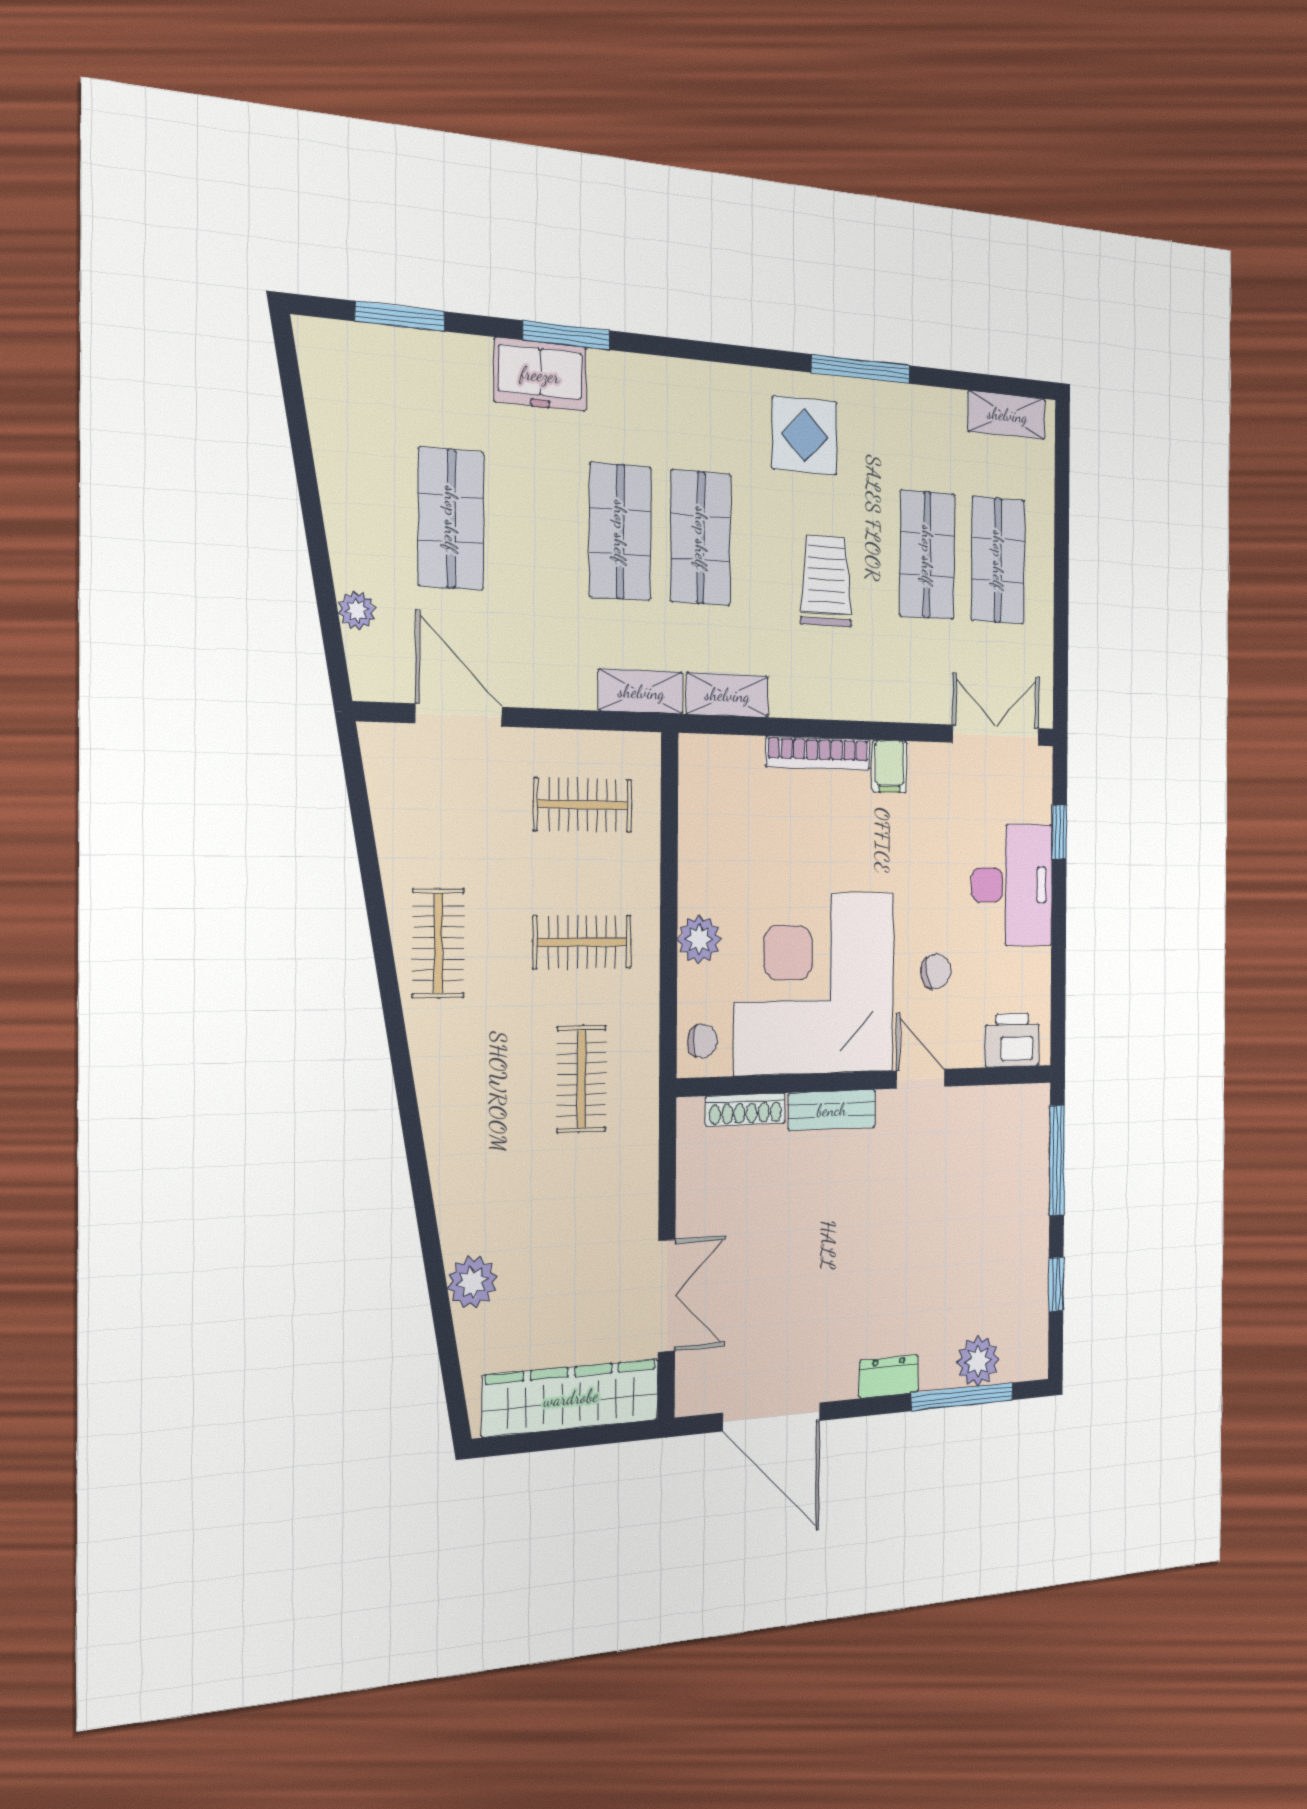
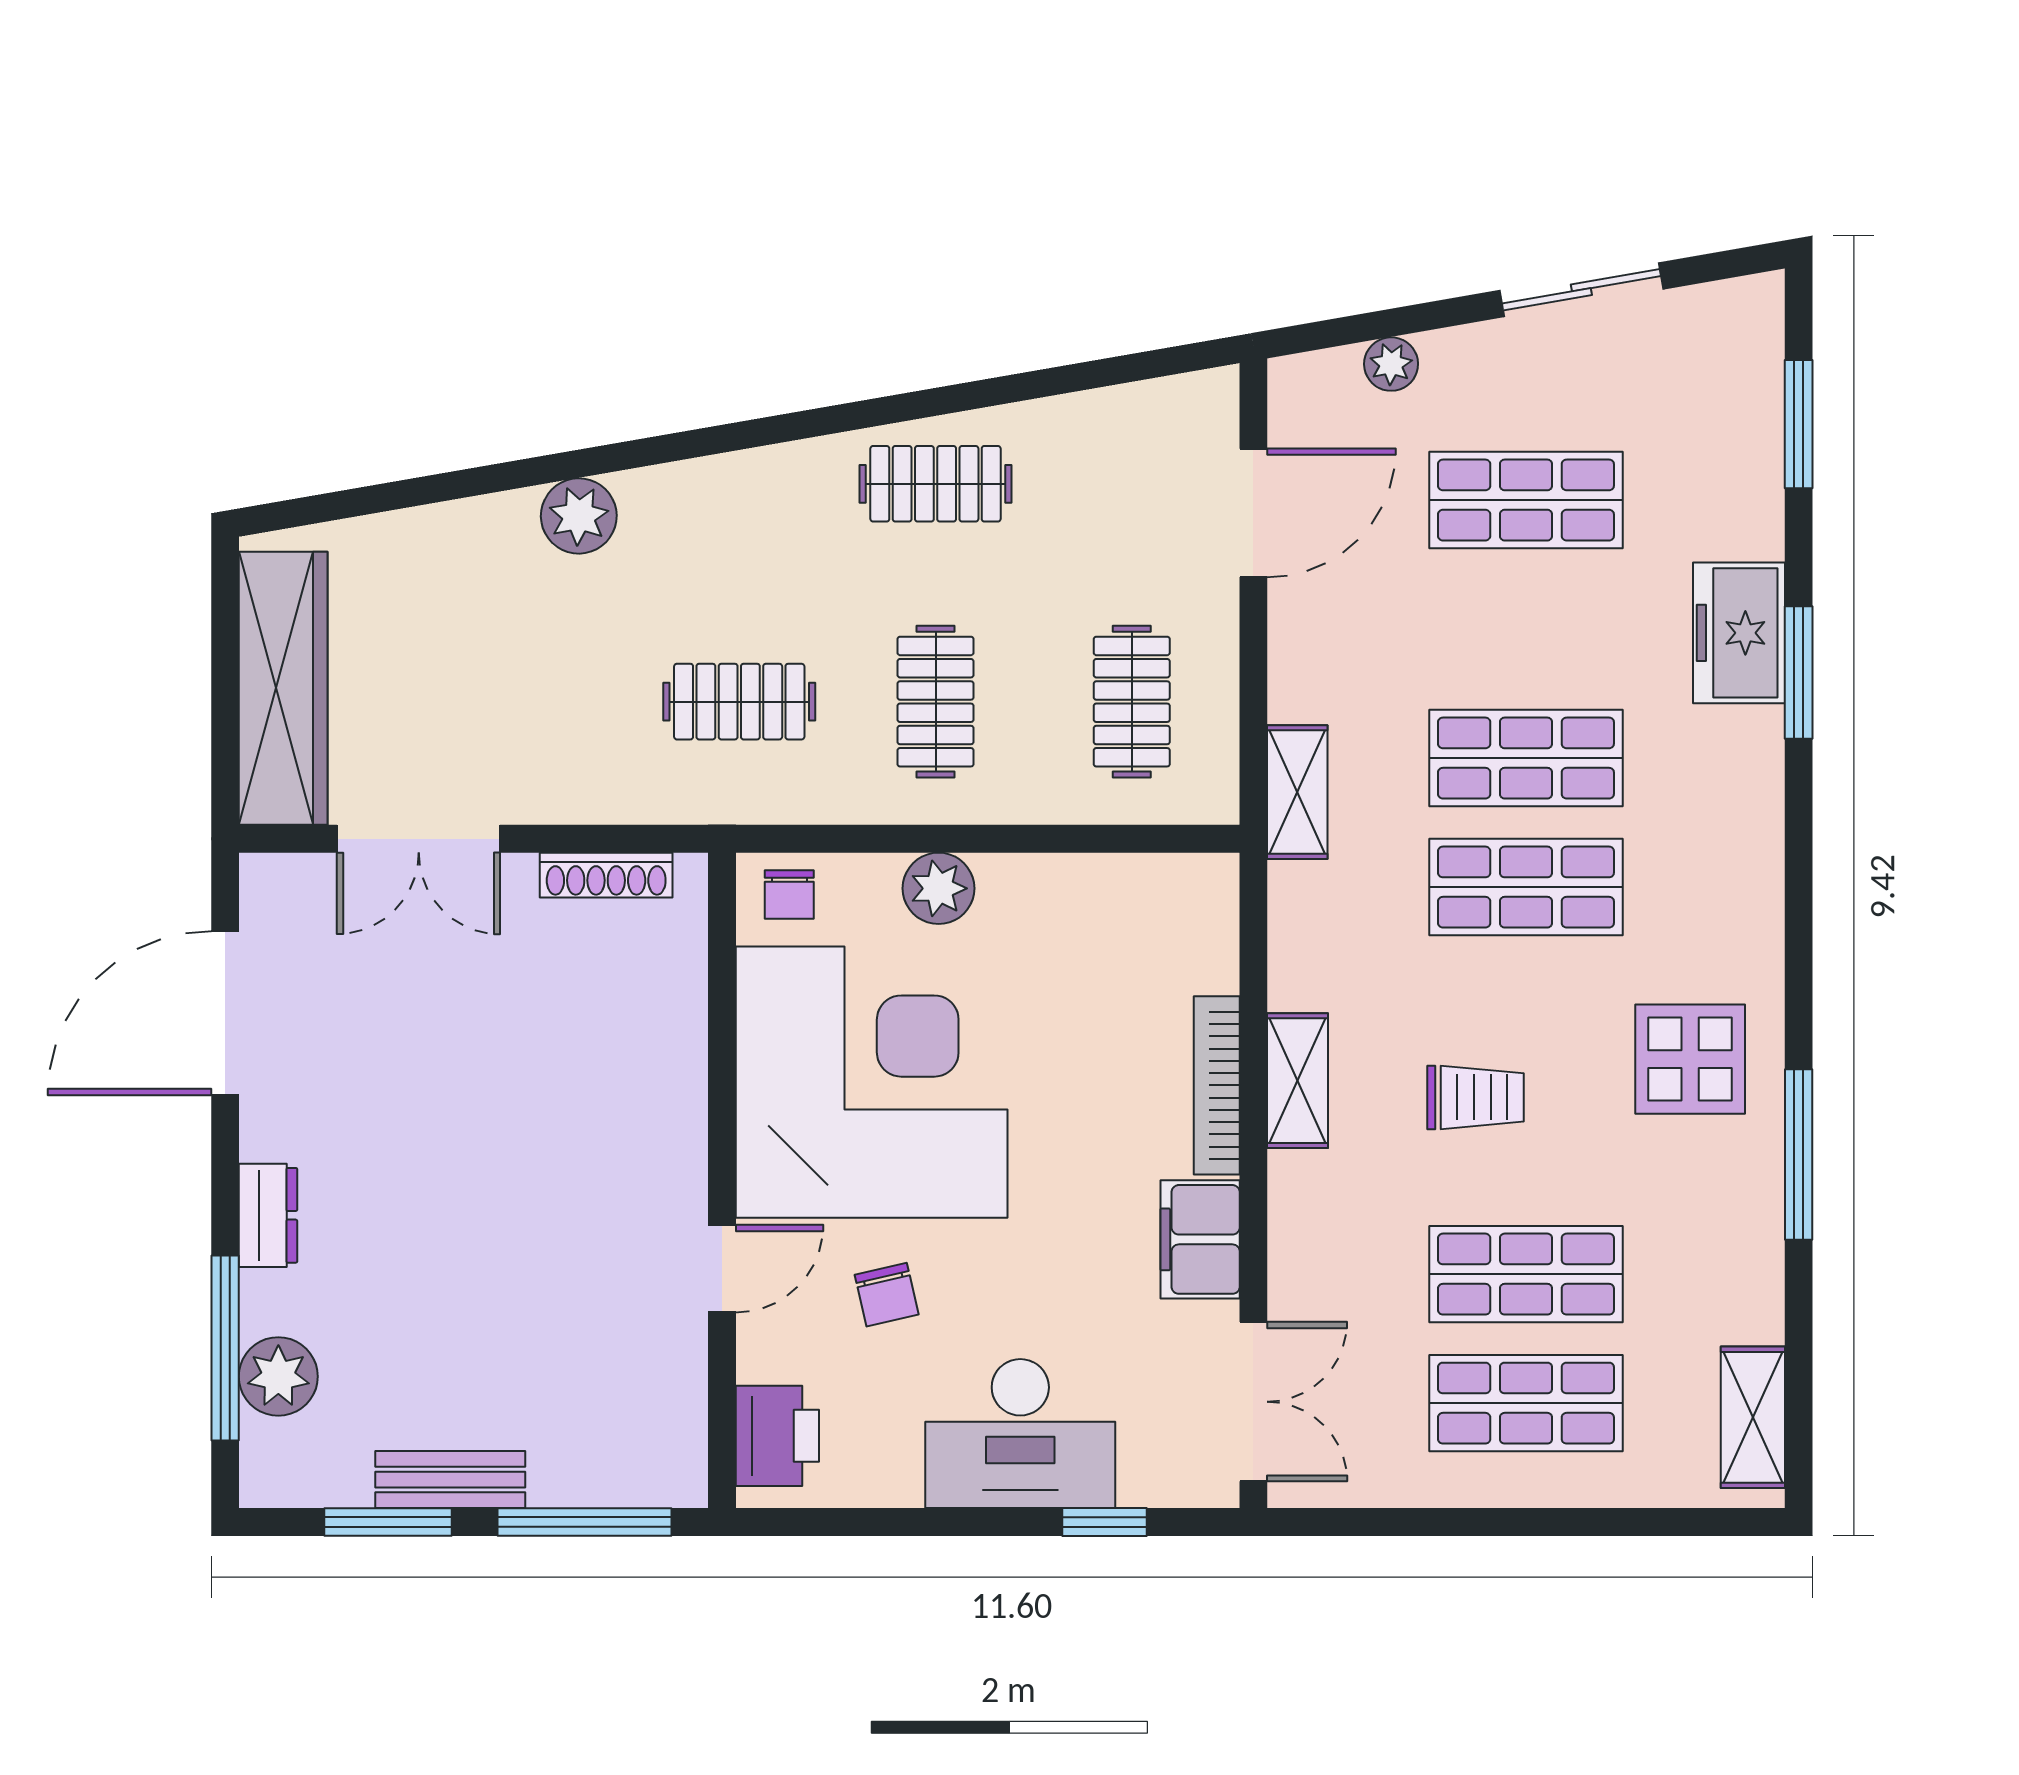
sliding door: (305, 466) -> (1581, 290), added
trolley: (826, 581) -> (1476, 1097), width x0.73, depth x0.72
shelving: (727, 695) -> (1298, 1081), moved
filing cabinet: (890, 766) -> (1200, 1239), width x2.00
shoe rack: (746, 1110) -> (606, 875), moved, turned -90
bench: (832, 1110) -> (450, 1480), moved, turned 90
plant: (472, 1282) -> (579, 516), moved
window: (1056, 1284) -> (388, 1522), width x1.50

